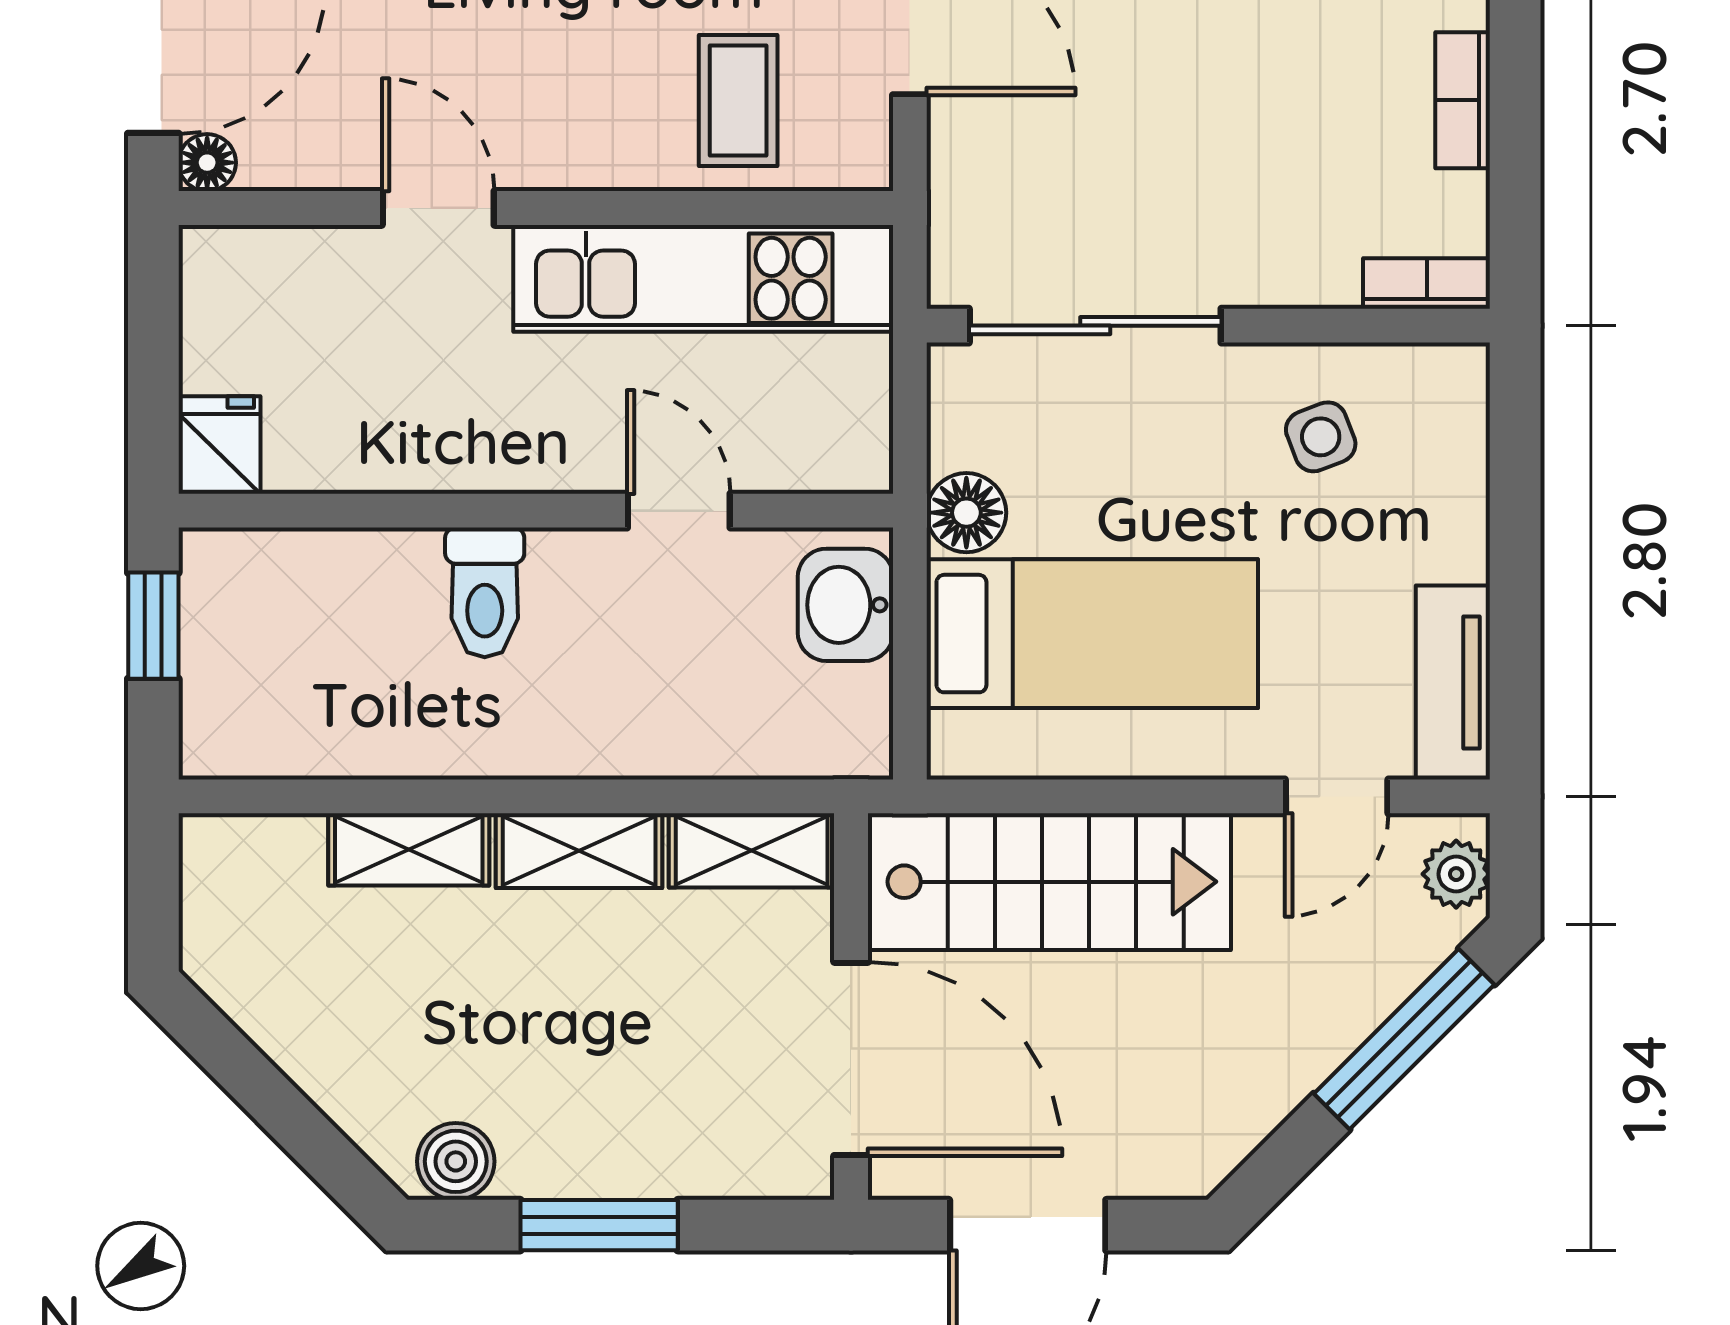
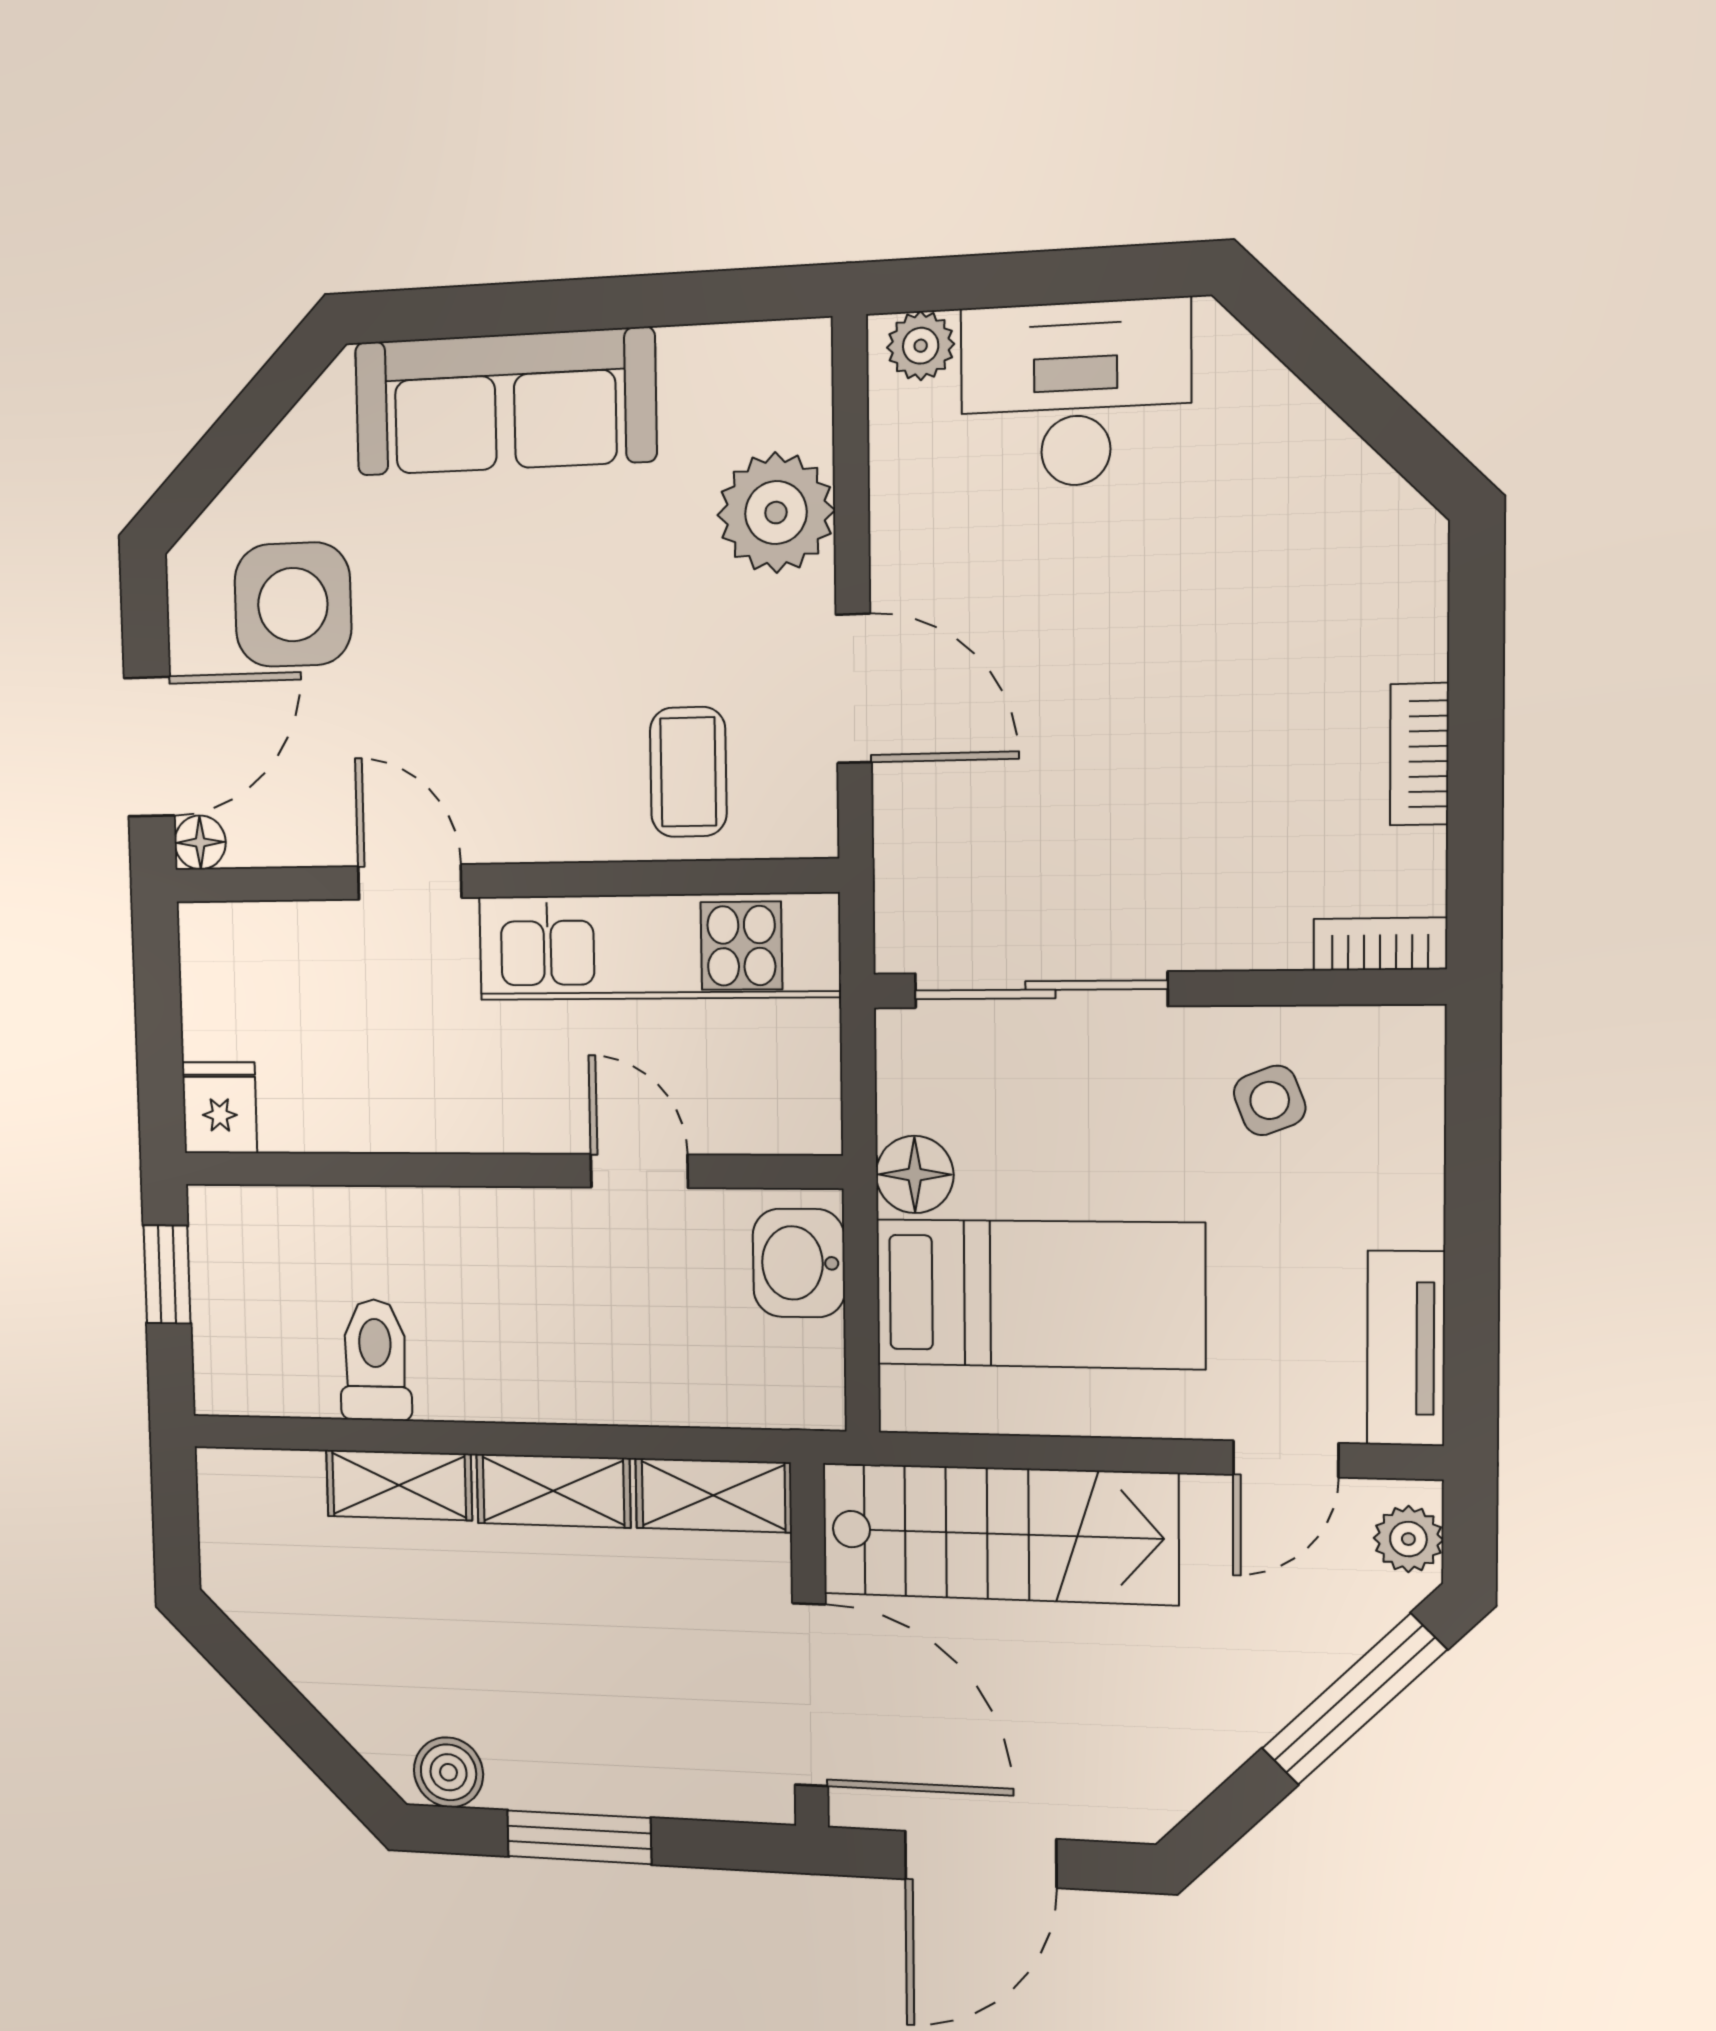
toilet: (485, 592) -> (375, 1360), moved, turned 180

